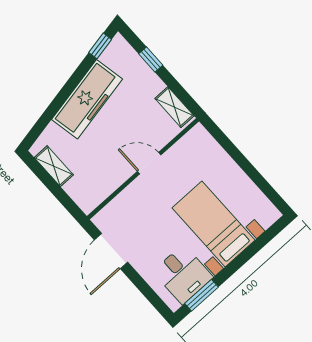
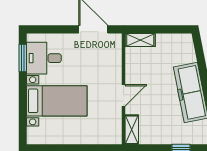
shelving: (174, 107) -> (132, 130), moved, turned 90
shelving: (54, 166) -> (140, 40), moved

